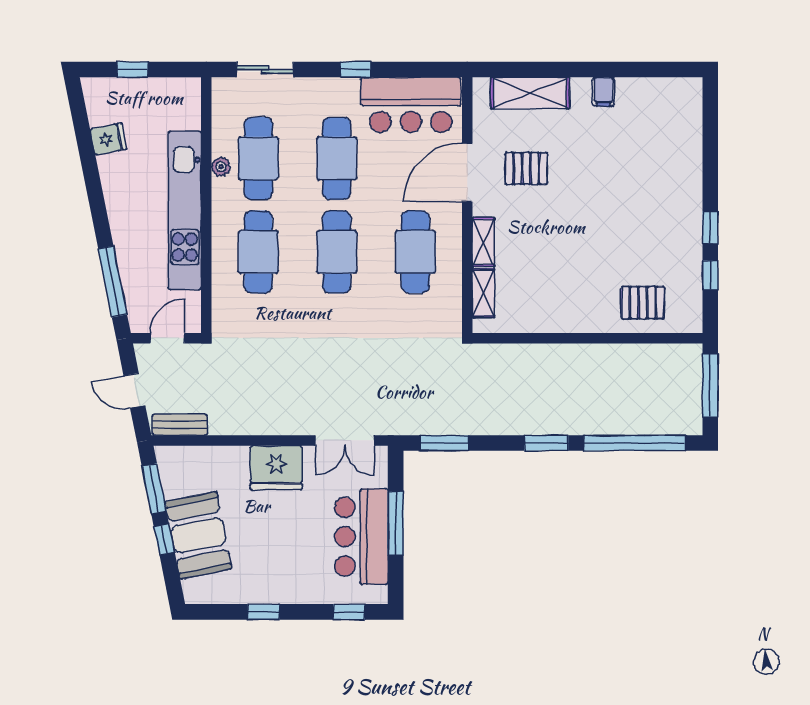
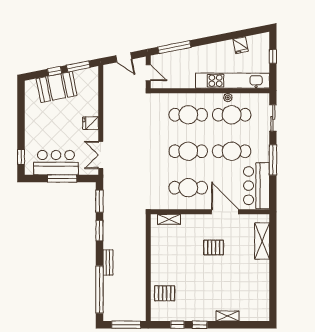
window: (355, 70) -> (273, 160), width x2.17
filing cabinet: (603, 92) -> (263, 275), removed
pallet: (526, 168) -> (214, 247), moved, turned 90
kitchen unit: (185, 210) -> (232, 81), moved
shelving: (483, 242) -> (228, 316), moved
pallet: (643, 303) -> (165, 293), turned 90
door: (134, 391) -> (124, 57), swing flipped
bench: (180, 425) -> (108, 262), moved
window: (546, 443) -> (99, 231), moved
fridge: (276, 468) -> (91, 123), width x0.53, depth x0.75
window: (264, 612) -> (21, 117), removed

